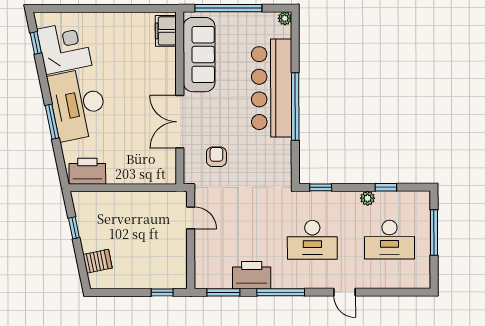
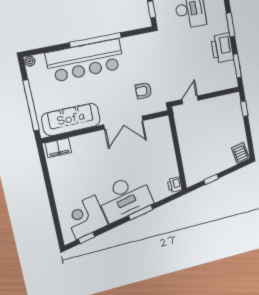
printer: (87, 171) -> (175, 185), width x0.53, depth x0.68
server rack: (98, 261) -> (240, 153), moved
window: (281, 292) -> (231, 25), width x0.69

